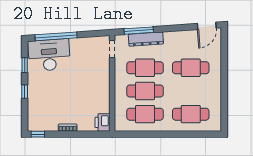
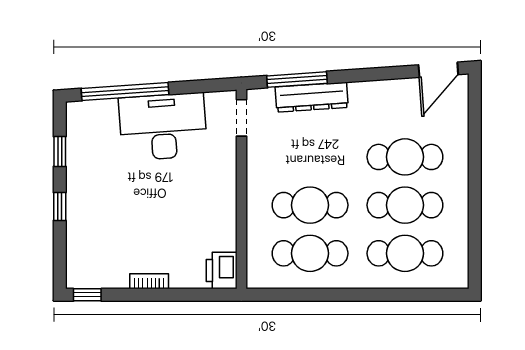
desk: (49, 55) -> (163, 127), moved
cafe table: (145, 68) -> (405, 205), moved

